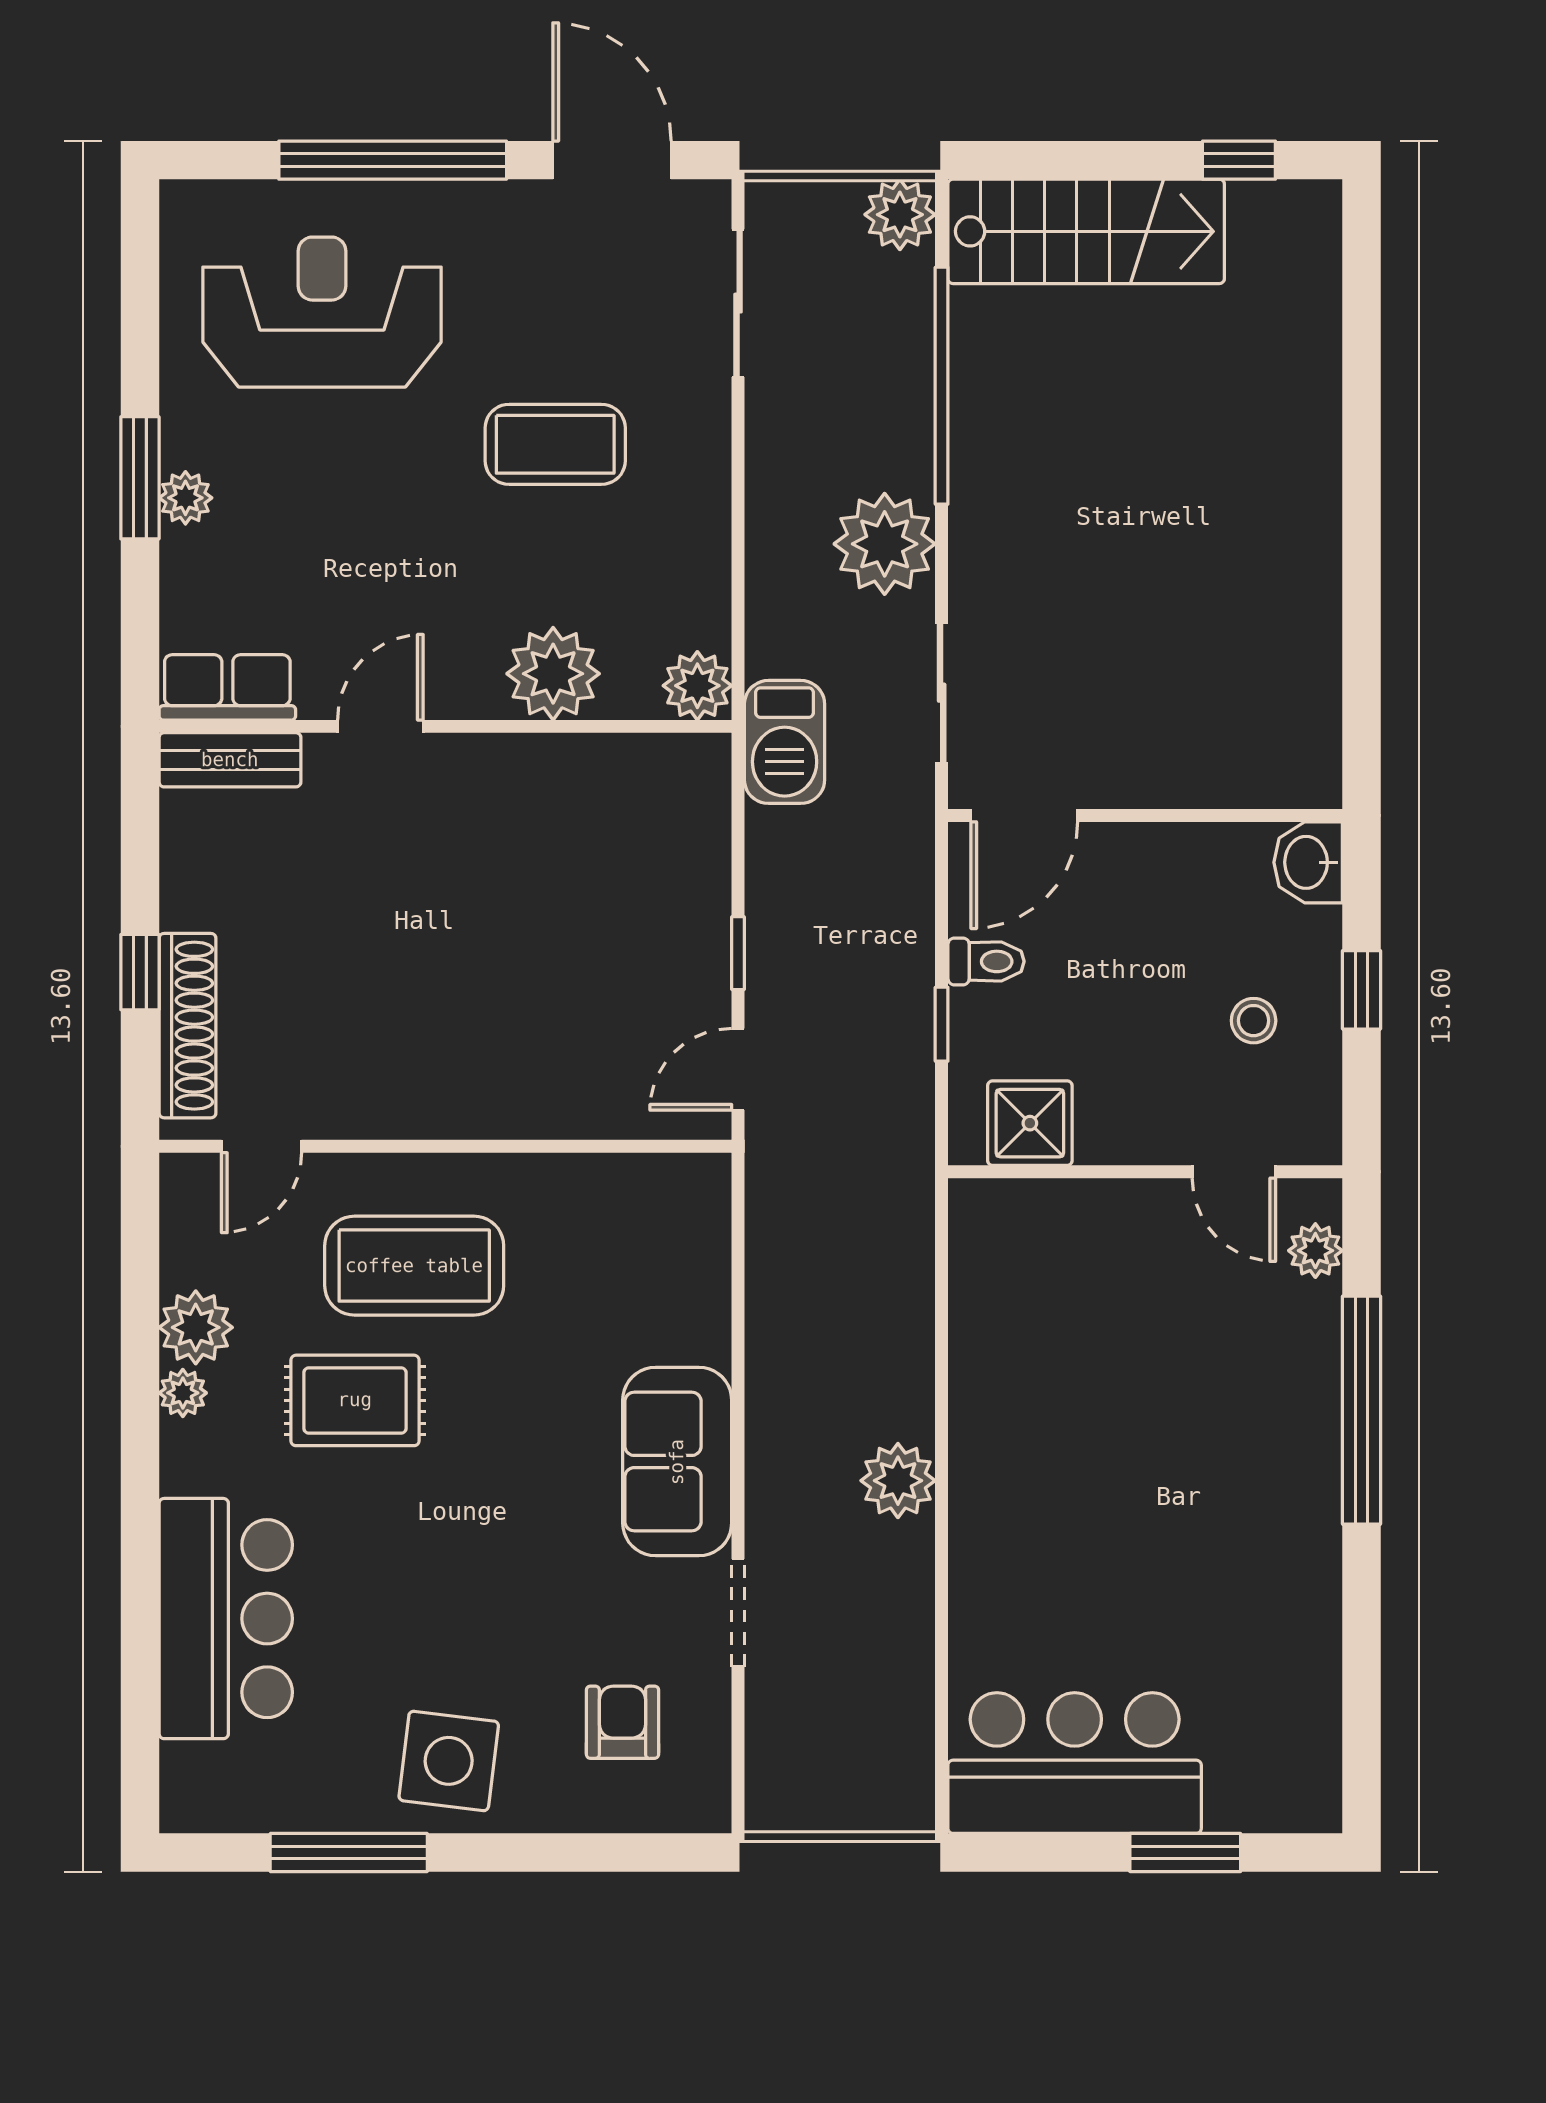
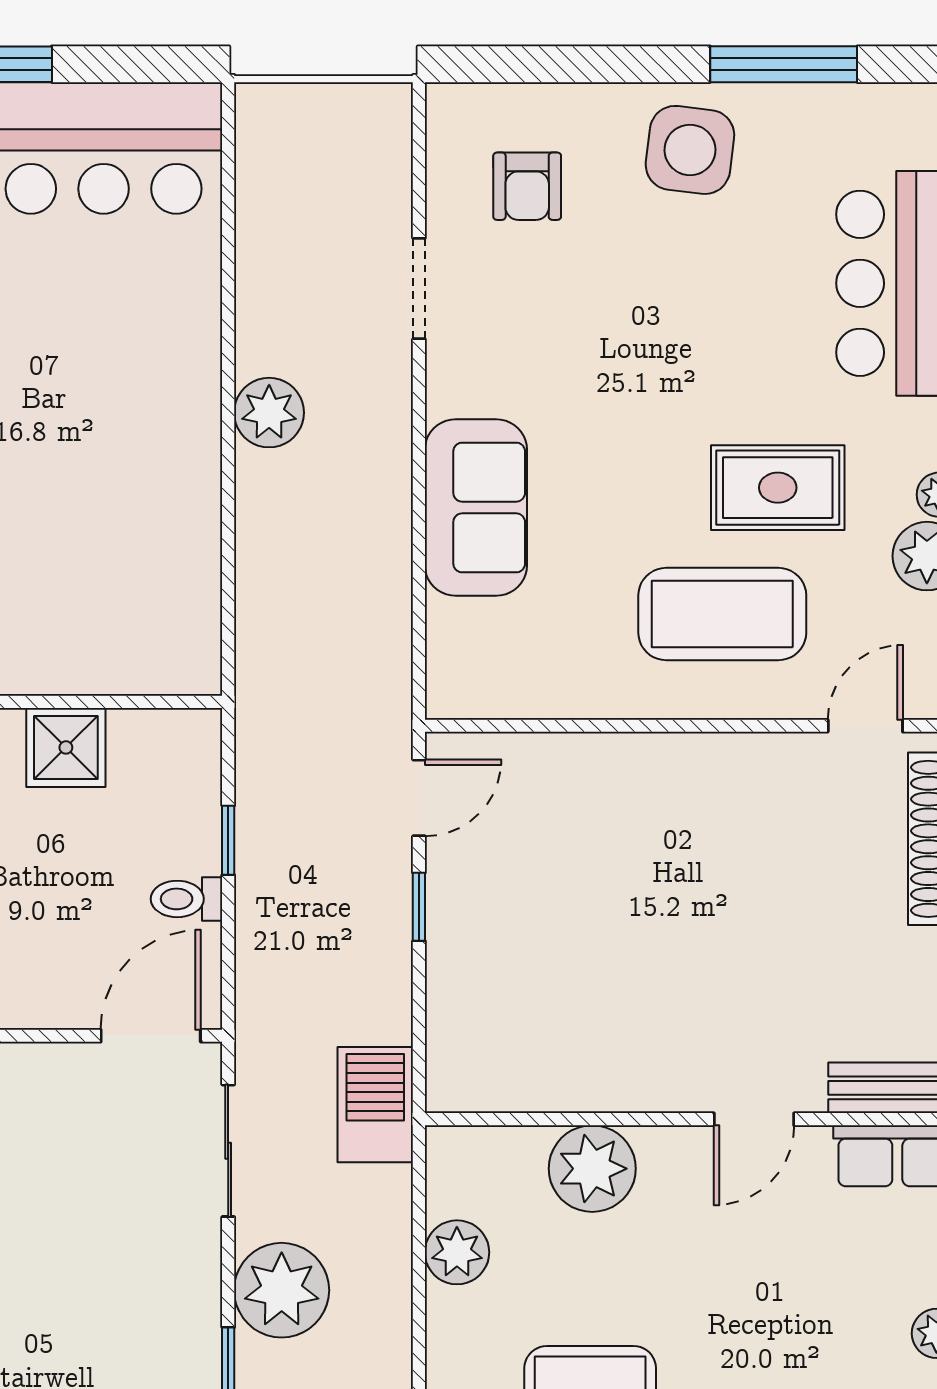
plant: (697, 686) -> (457, 1252), moved
shower: (1030, 1123) -> (66, 747), moved
sofa: (677, 1462) -> (476, 507), moved

